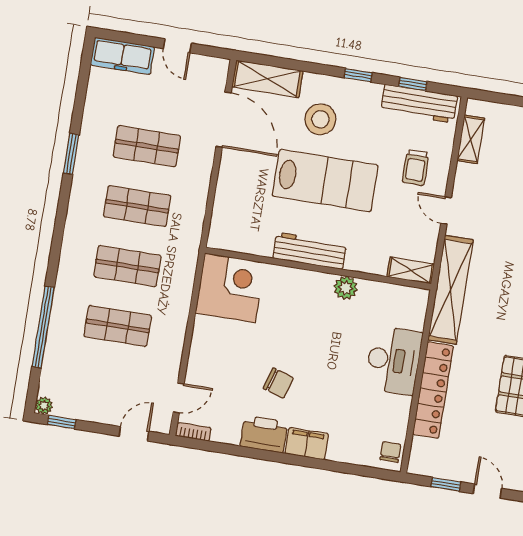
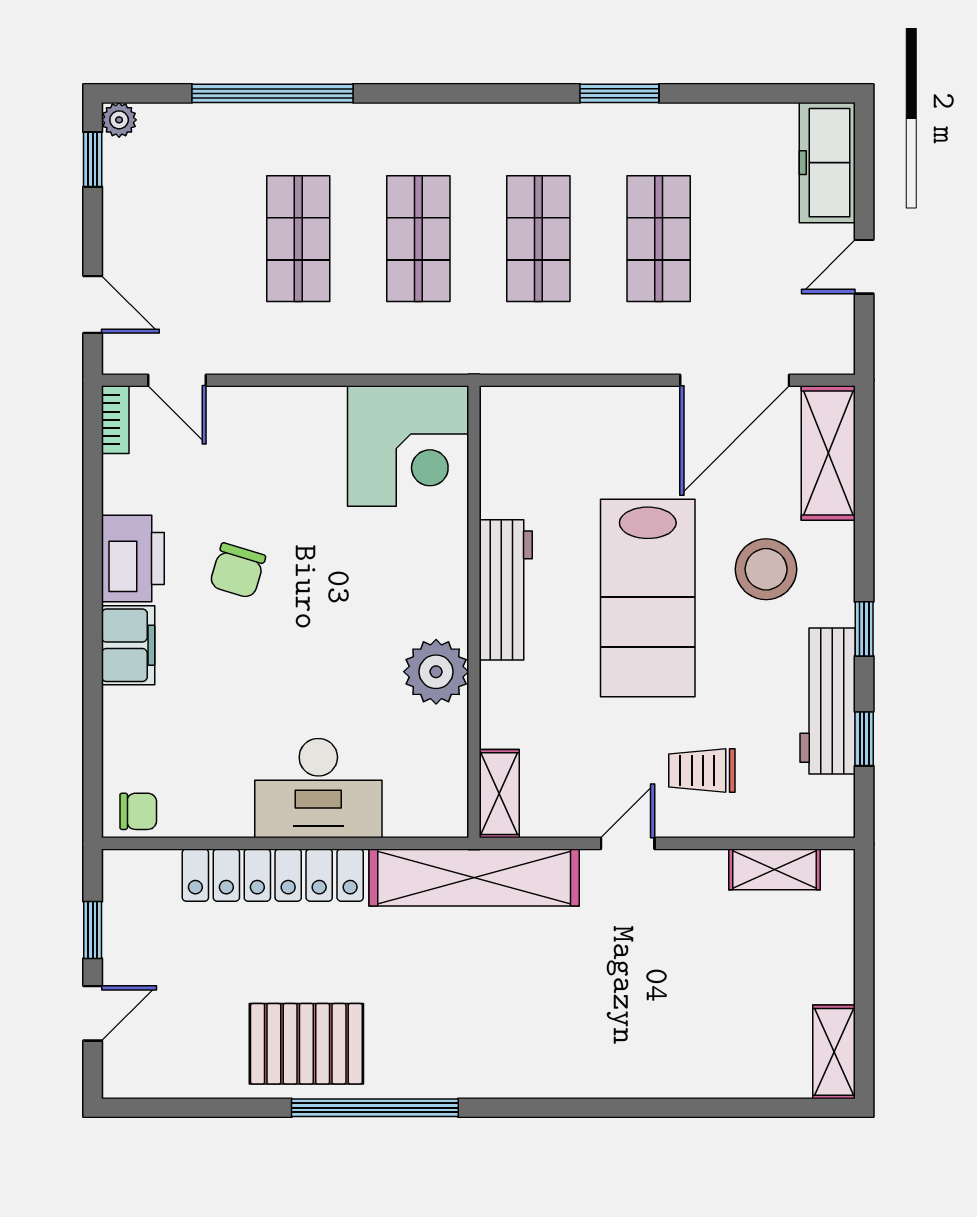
workbench: (419, 104) -> (828, 701), moved
plant: (346, 288) -> (436, 672), width x1.36, depth x1.36

